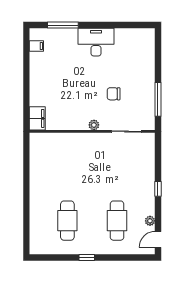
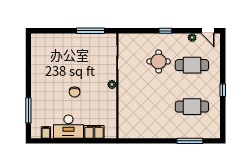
desk: (96, 42) -> (68, 127), moved, turned -90
chair: (114, 94) -> (75, 92), moved
filing cabinet: (37, 118) -> (94, 132), moved
round table: (121, 181) -> (159, 61), added
window: (26, 218) -> (190, 141), added

